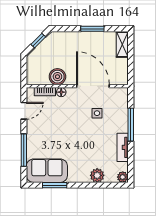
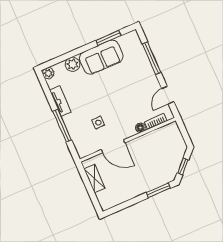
window: (92, 29) -> (158, 190), moved
shelving: (122, 45) -> (95, 179), moved
boiler: (57, 77) -> (150, 141), removed
door: (93, 86) -> (113, 146), width x0.73
sofa: (47, 171) -> (101, 57), moved

